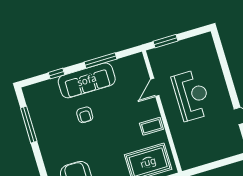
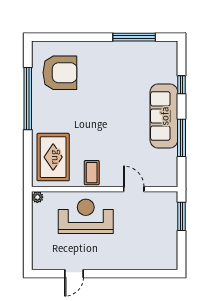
reception desk: (192, 95) -> (86, 216), moved, turned 180
armchair: (85, 115) -> (126, 102), removed
plant: (185, 165) -> (37, 197), added

